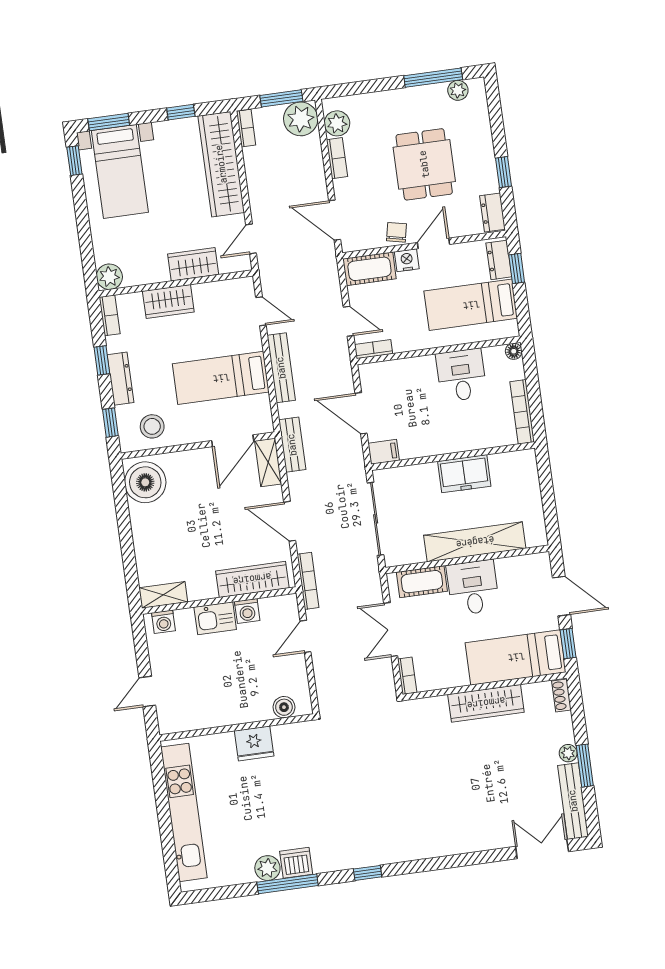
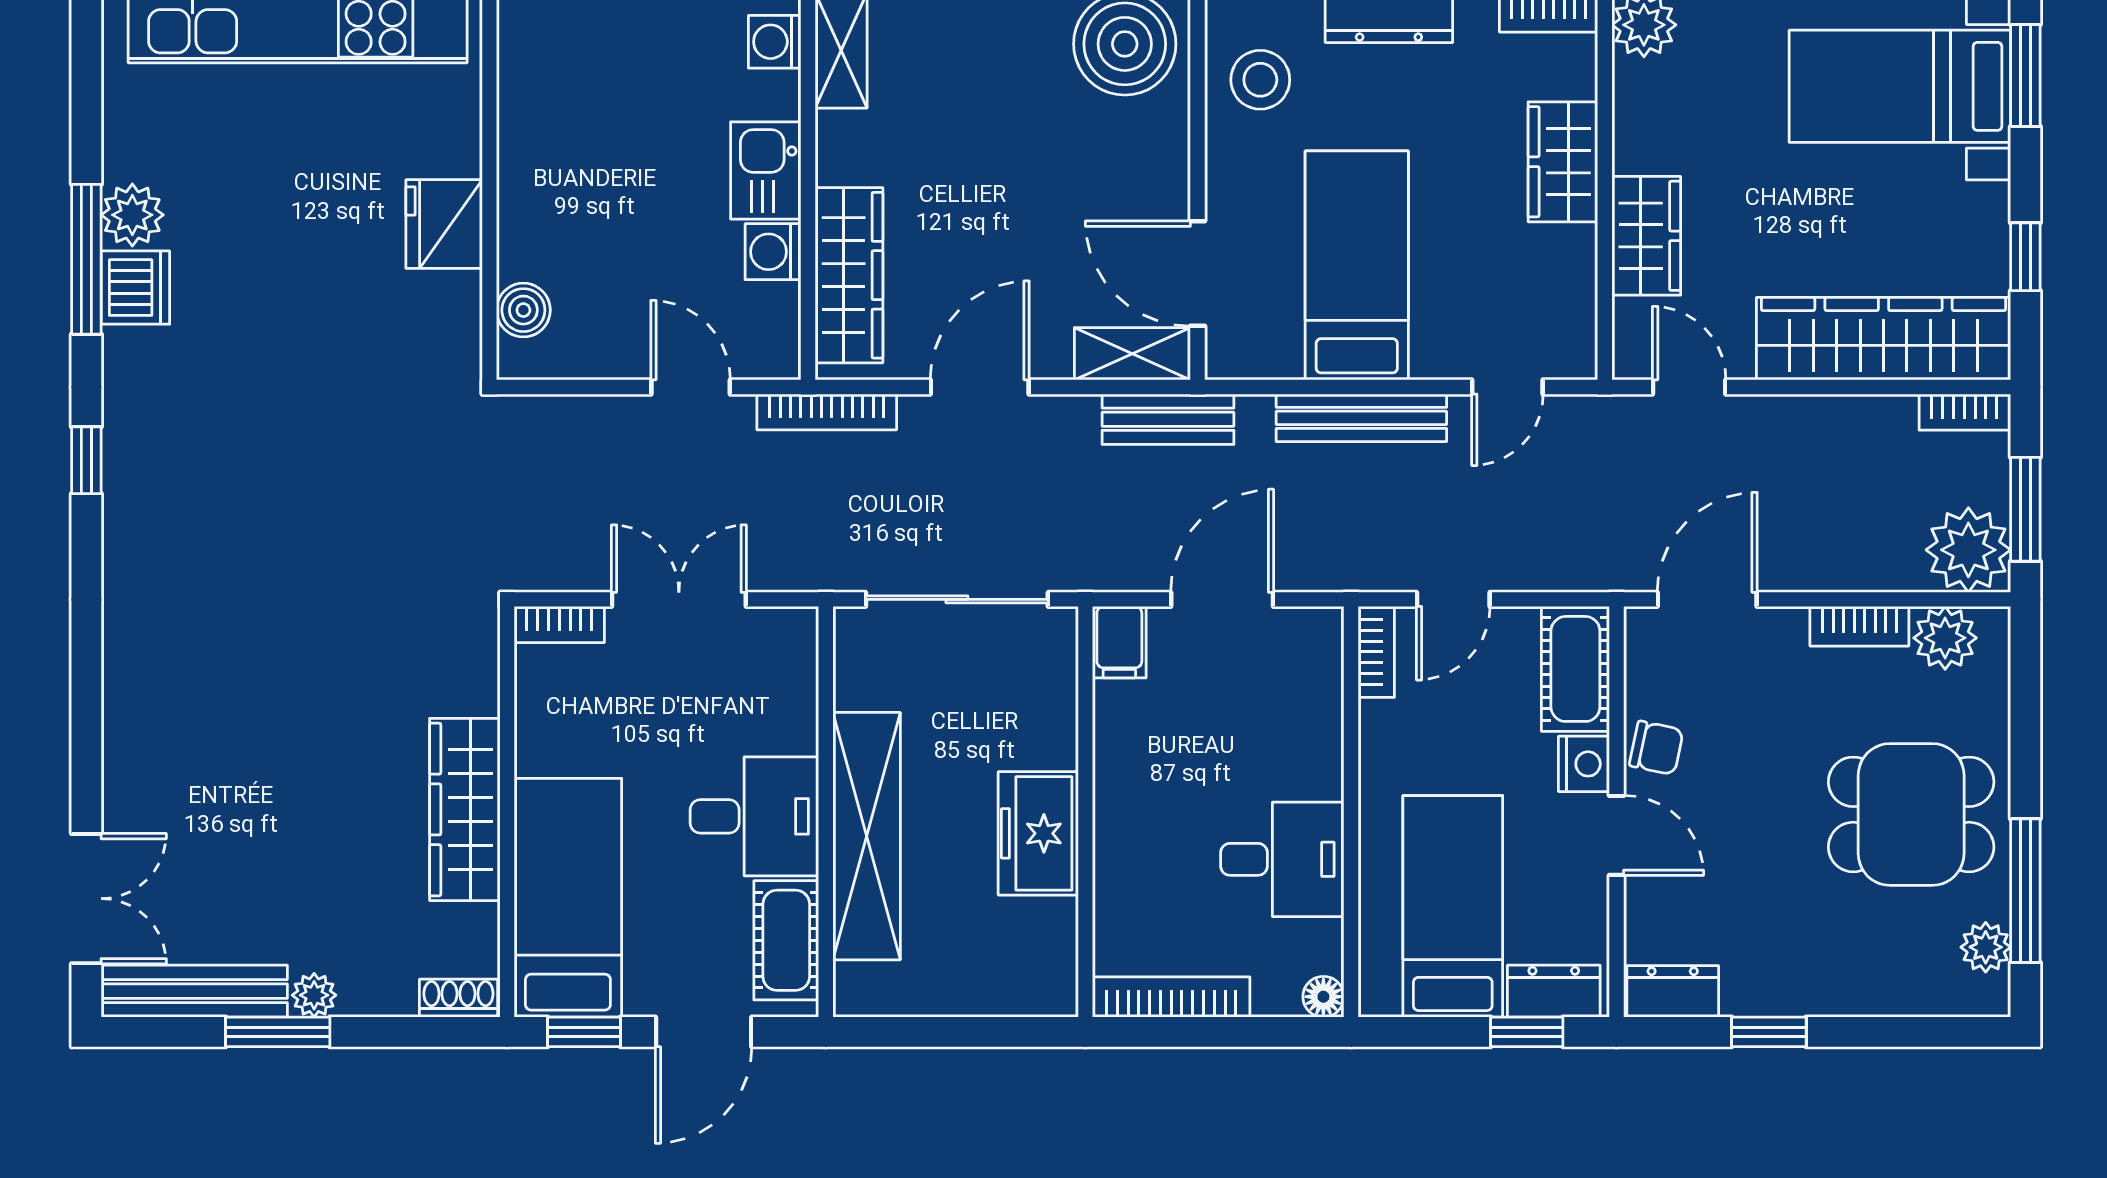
dining table: (424, 164) -> (1911, 814), moved
cot: (422, 582) -> (786, 940), moved

